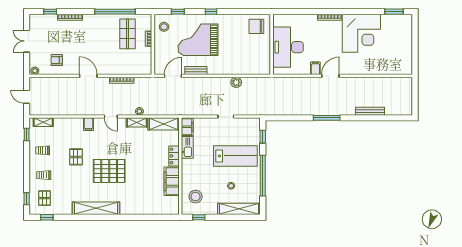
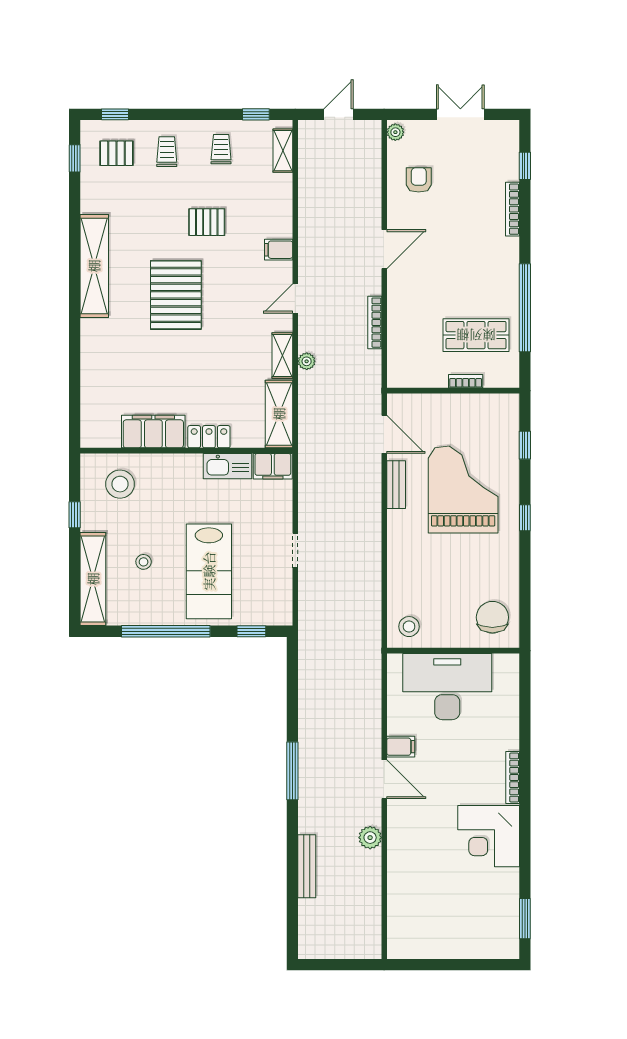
stool: (164, 27) -> (409, 627), moved
corner desk: (361, 33) -> (489, 836), width x0.74, depth x0.74
plant: (236, 82) -> (370, 838), moved
window: (199, 217) -> (75, 515), moved

